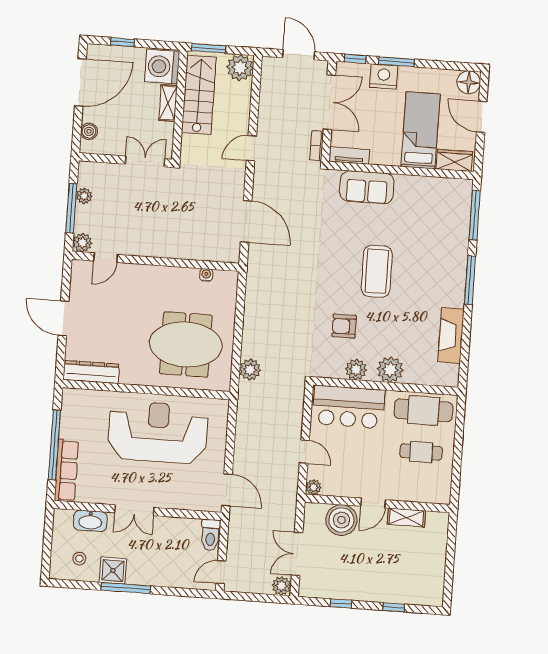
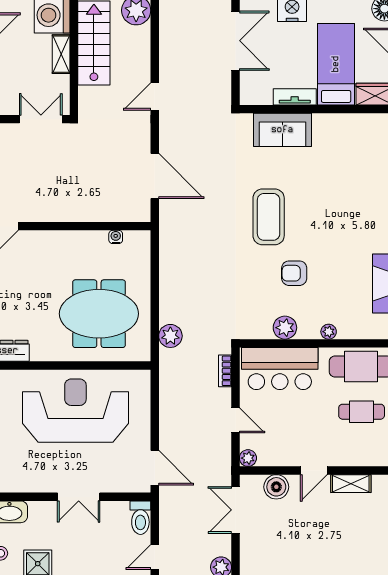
bookcase: (317, 146) -> (225, 371), moved
tv unit: (349, 155) -> (295, 97), moved
coffee table: (377, 271) -> (269, 217), moved
armchair: (344, 326) -> (294, 273), moved
plant: (390, 370) -> (329, 332), width x0.53, depth x0.53
double door: (134, 510) -> (79, 497), moved
boiler: (341, 520) -> (276, 487), width x0.73, depth x0.73
double door: (297, 554) -> (235, 510), moved

